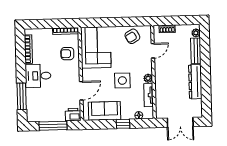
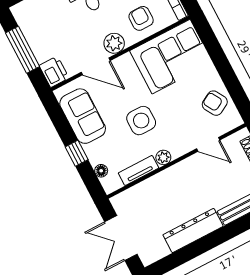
plant: (74, 75) -> (114, 43), added

